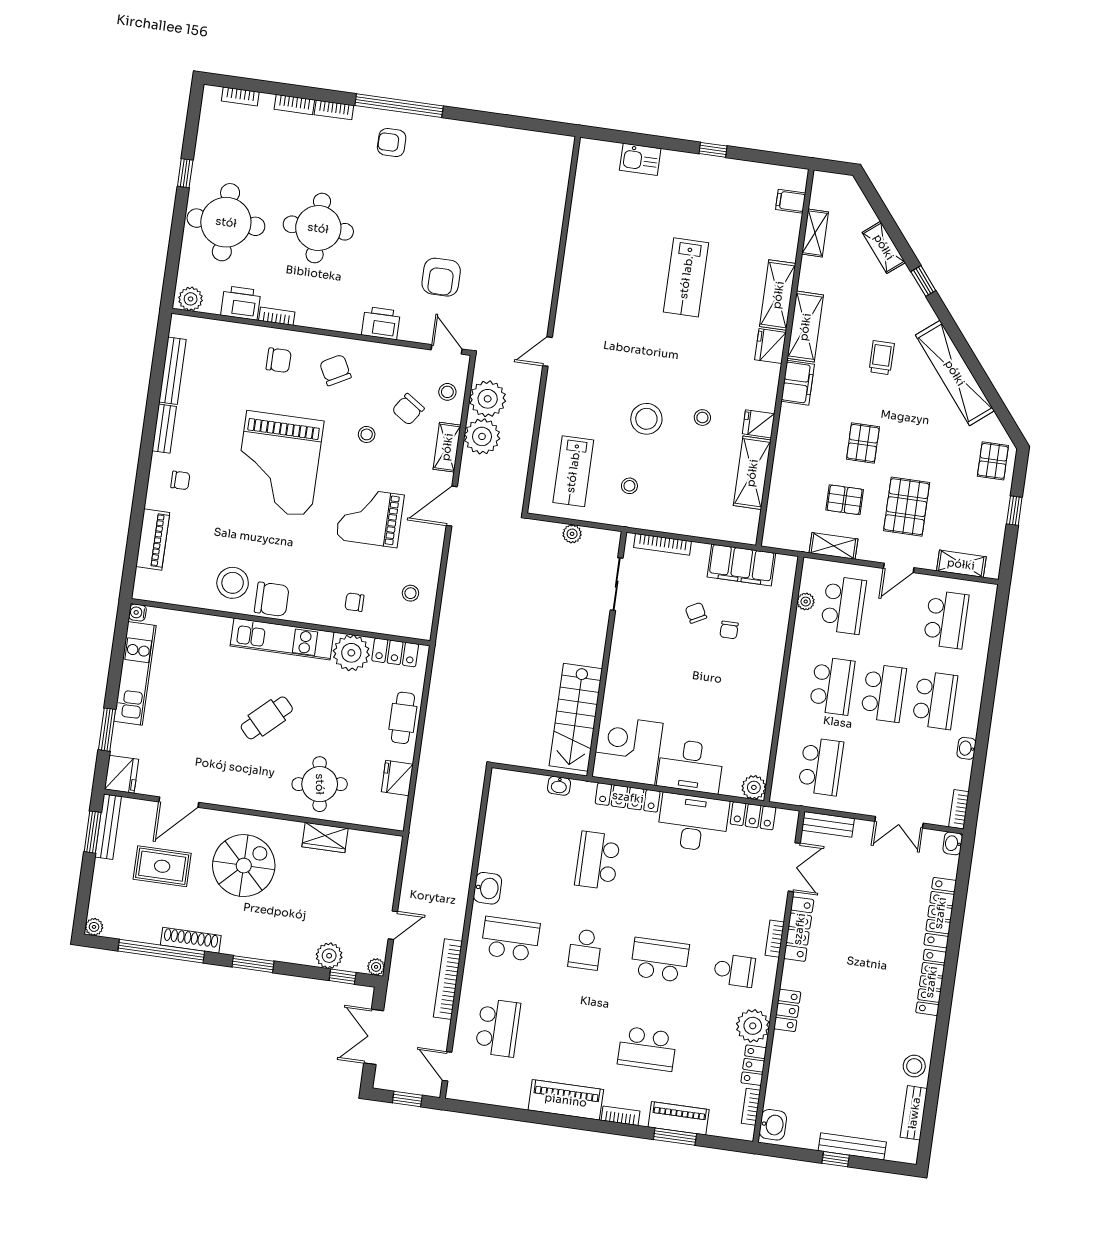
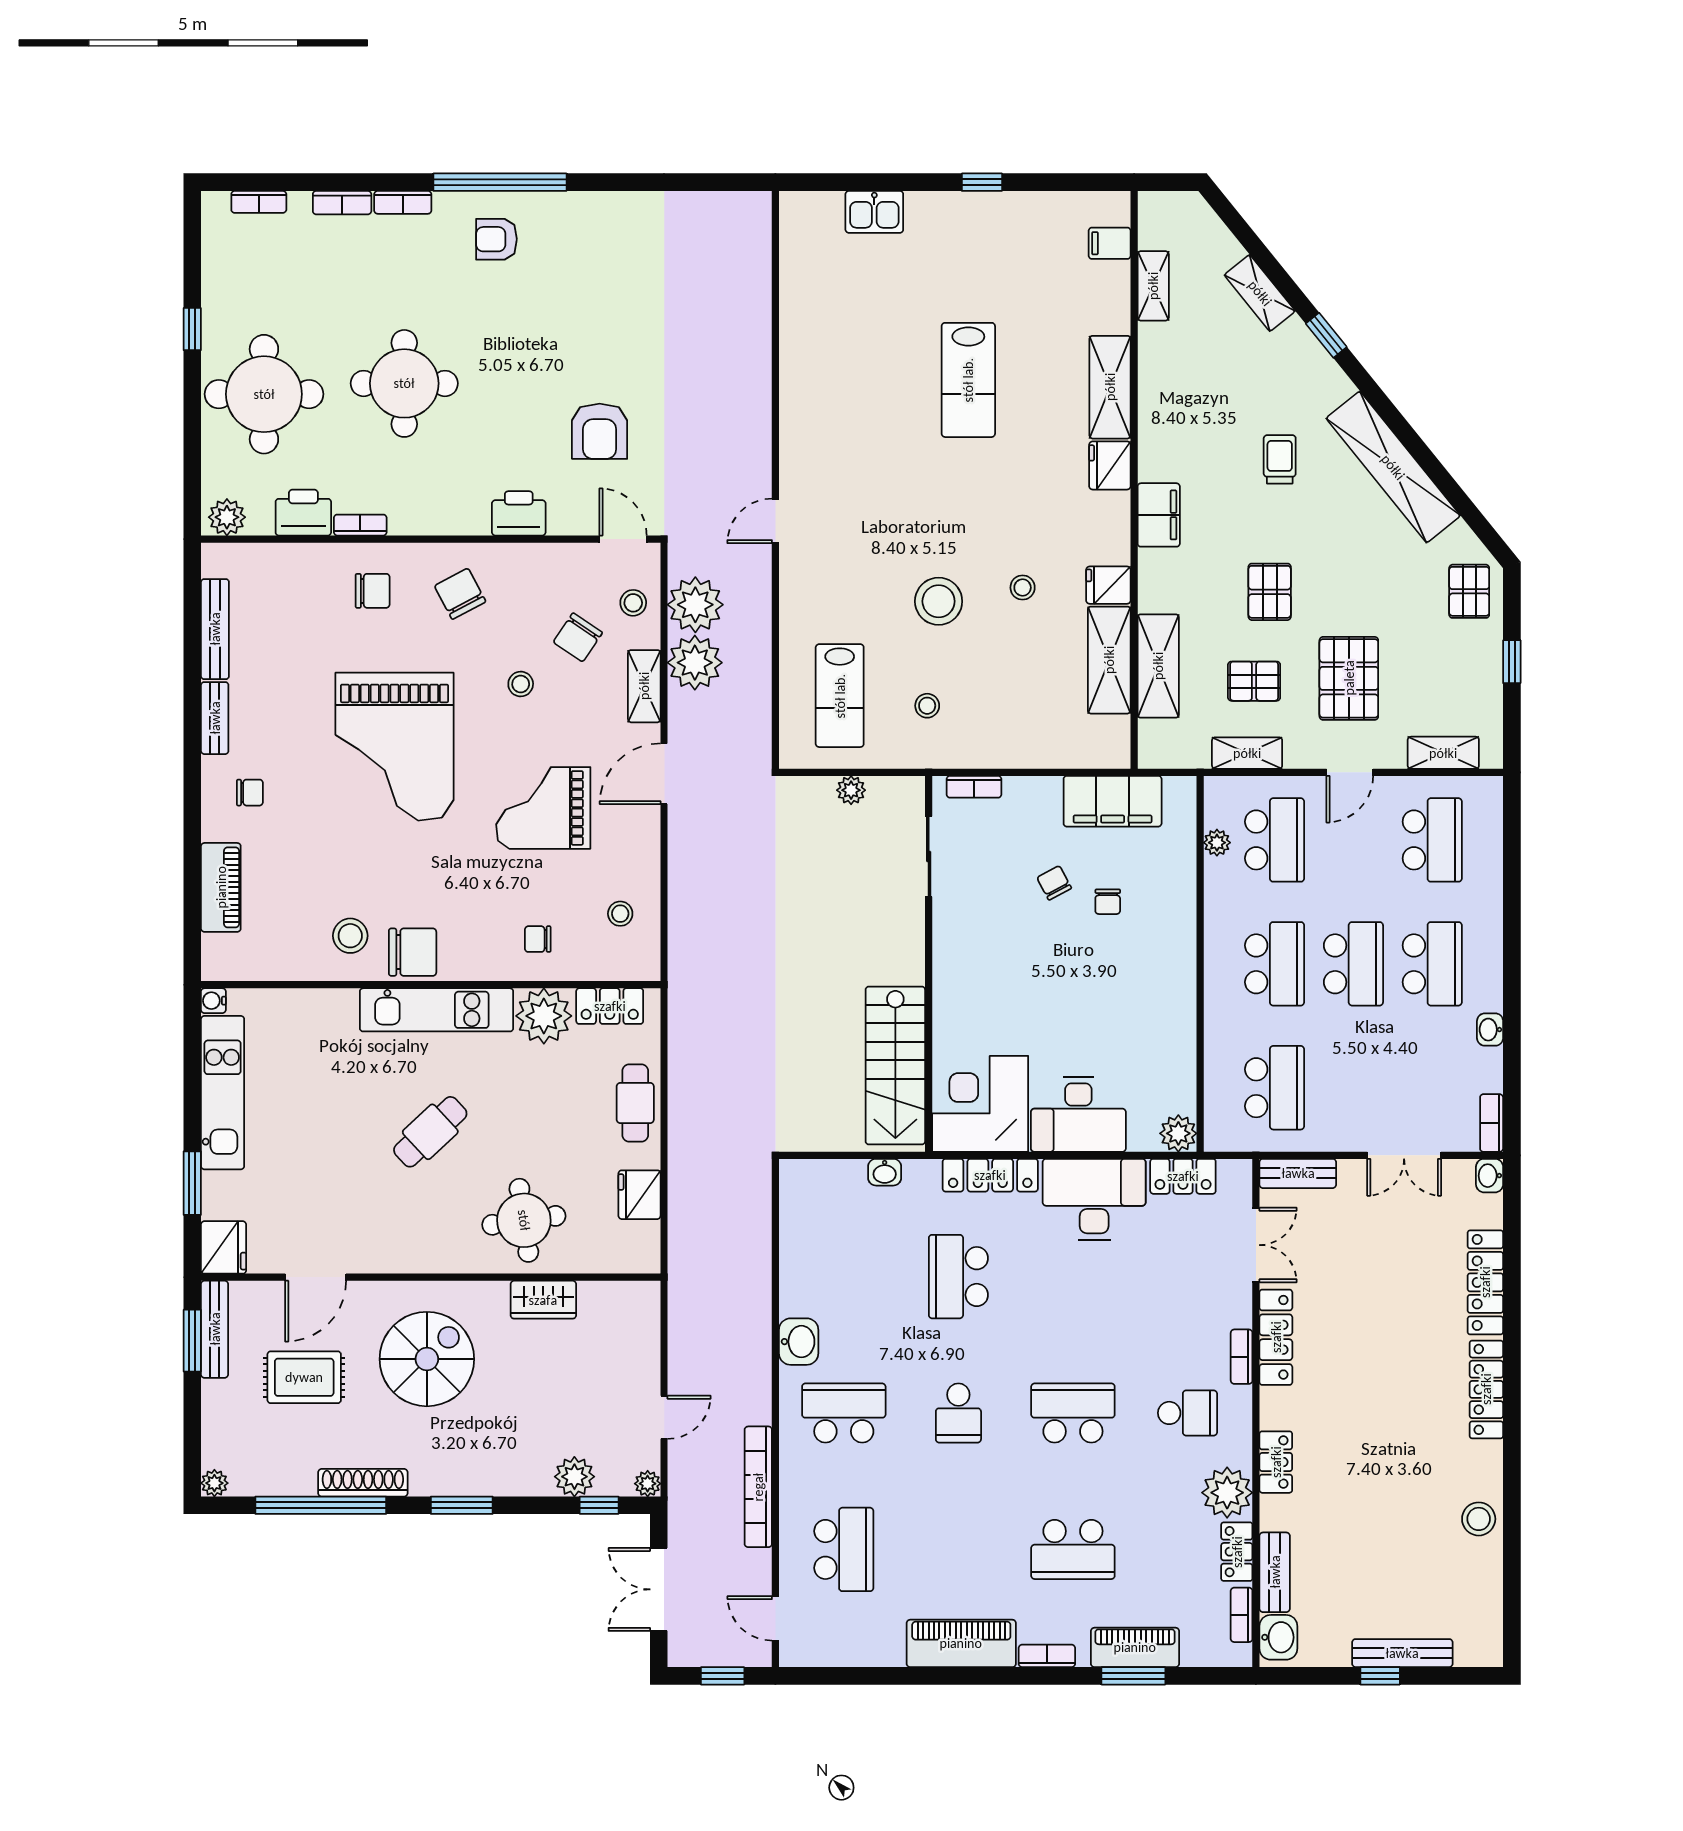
shelving: (805, 327) -> (1158, 666), moved
bookcase: (663, 544) -> (974, 787), width x0.64
stool: (233, 583) -> (350, 936), width x0.73, depth x0.73
bench: (914, 1113) -> (1275, 1572), moved

